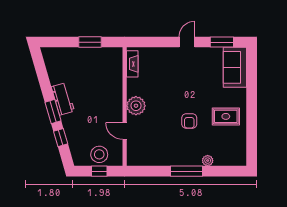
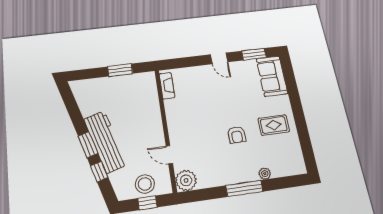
door: (187, 42) -> (219, 58), swing flipped
workbench: (63, 99) -> (105, 142), width x1.88, depth x1.32
plant: (136, 106) -> (186, 180), moved

